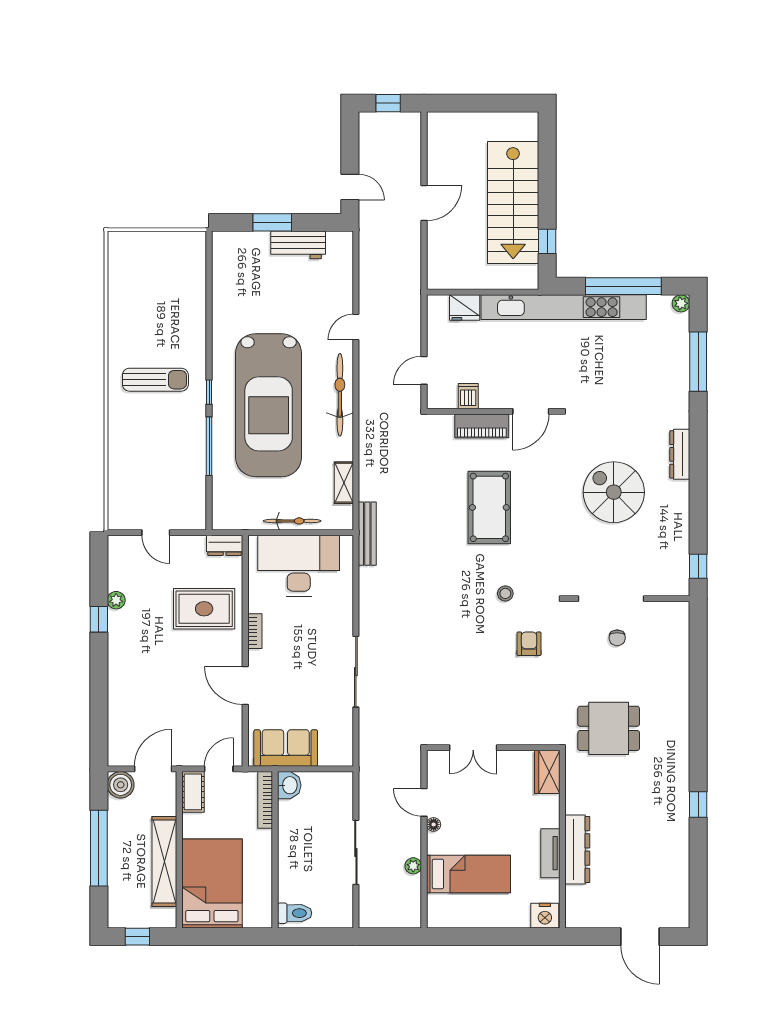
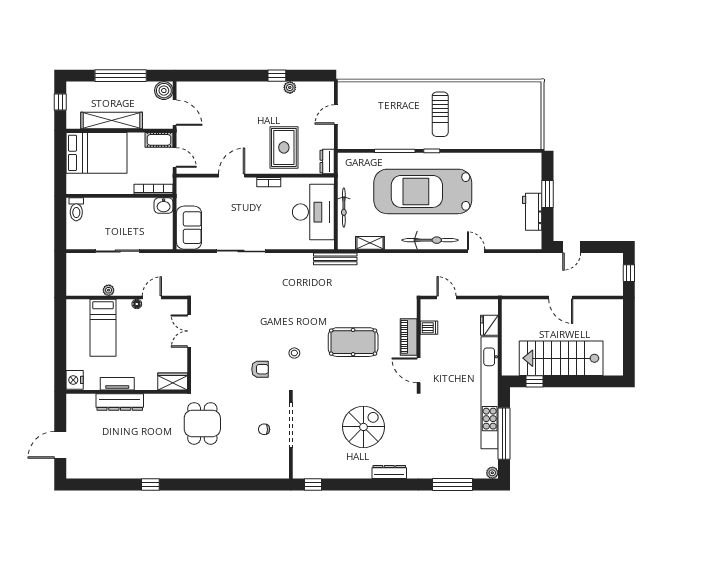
sofa: (286, 748) -> (189, 228), moved

